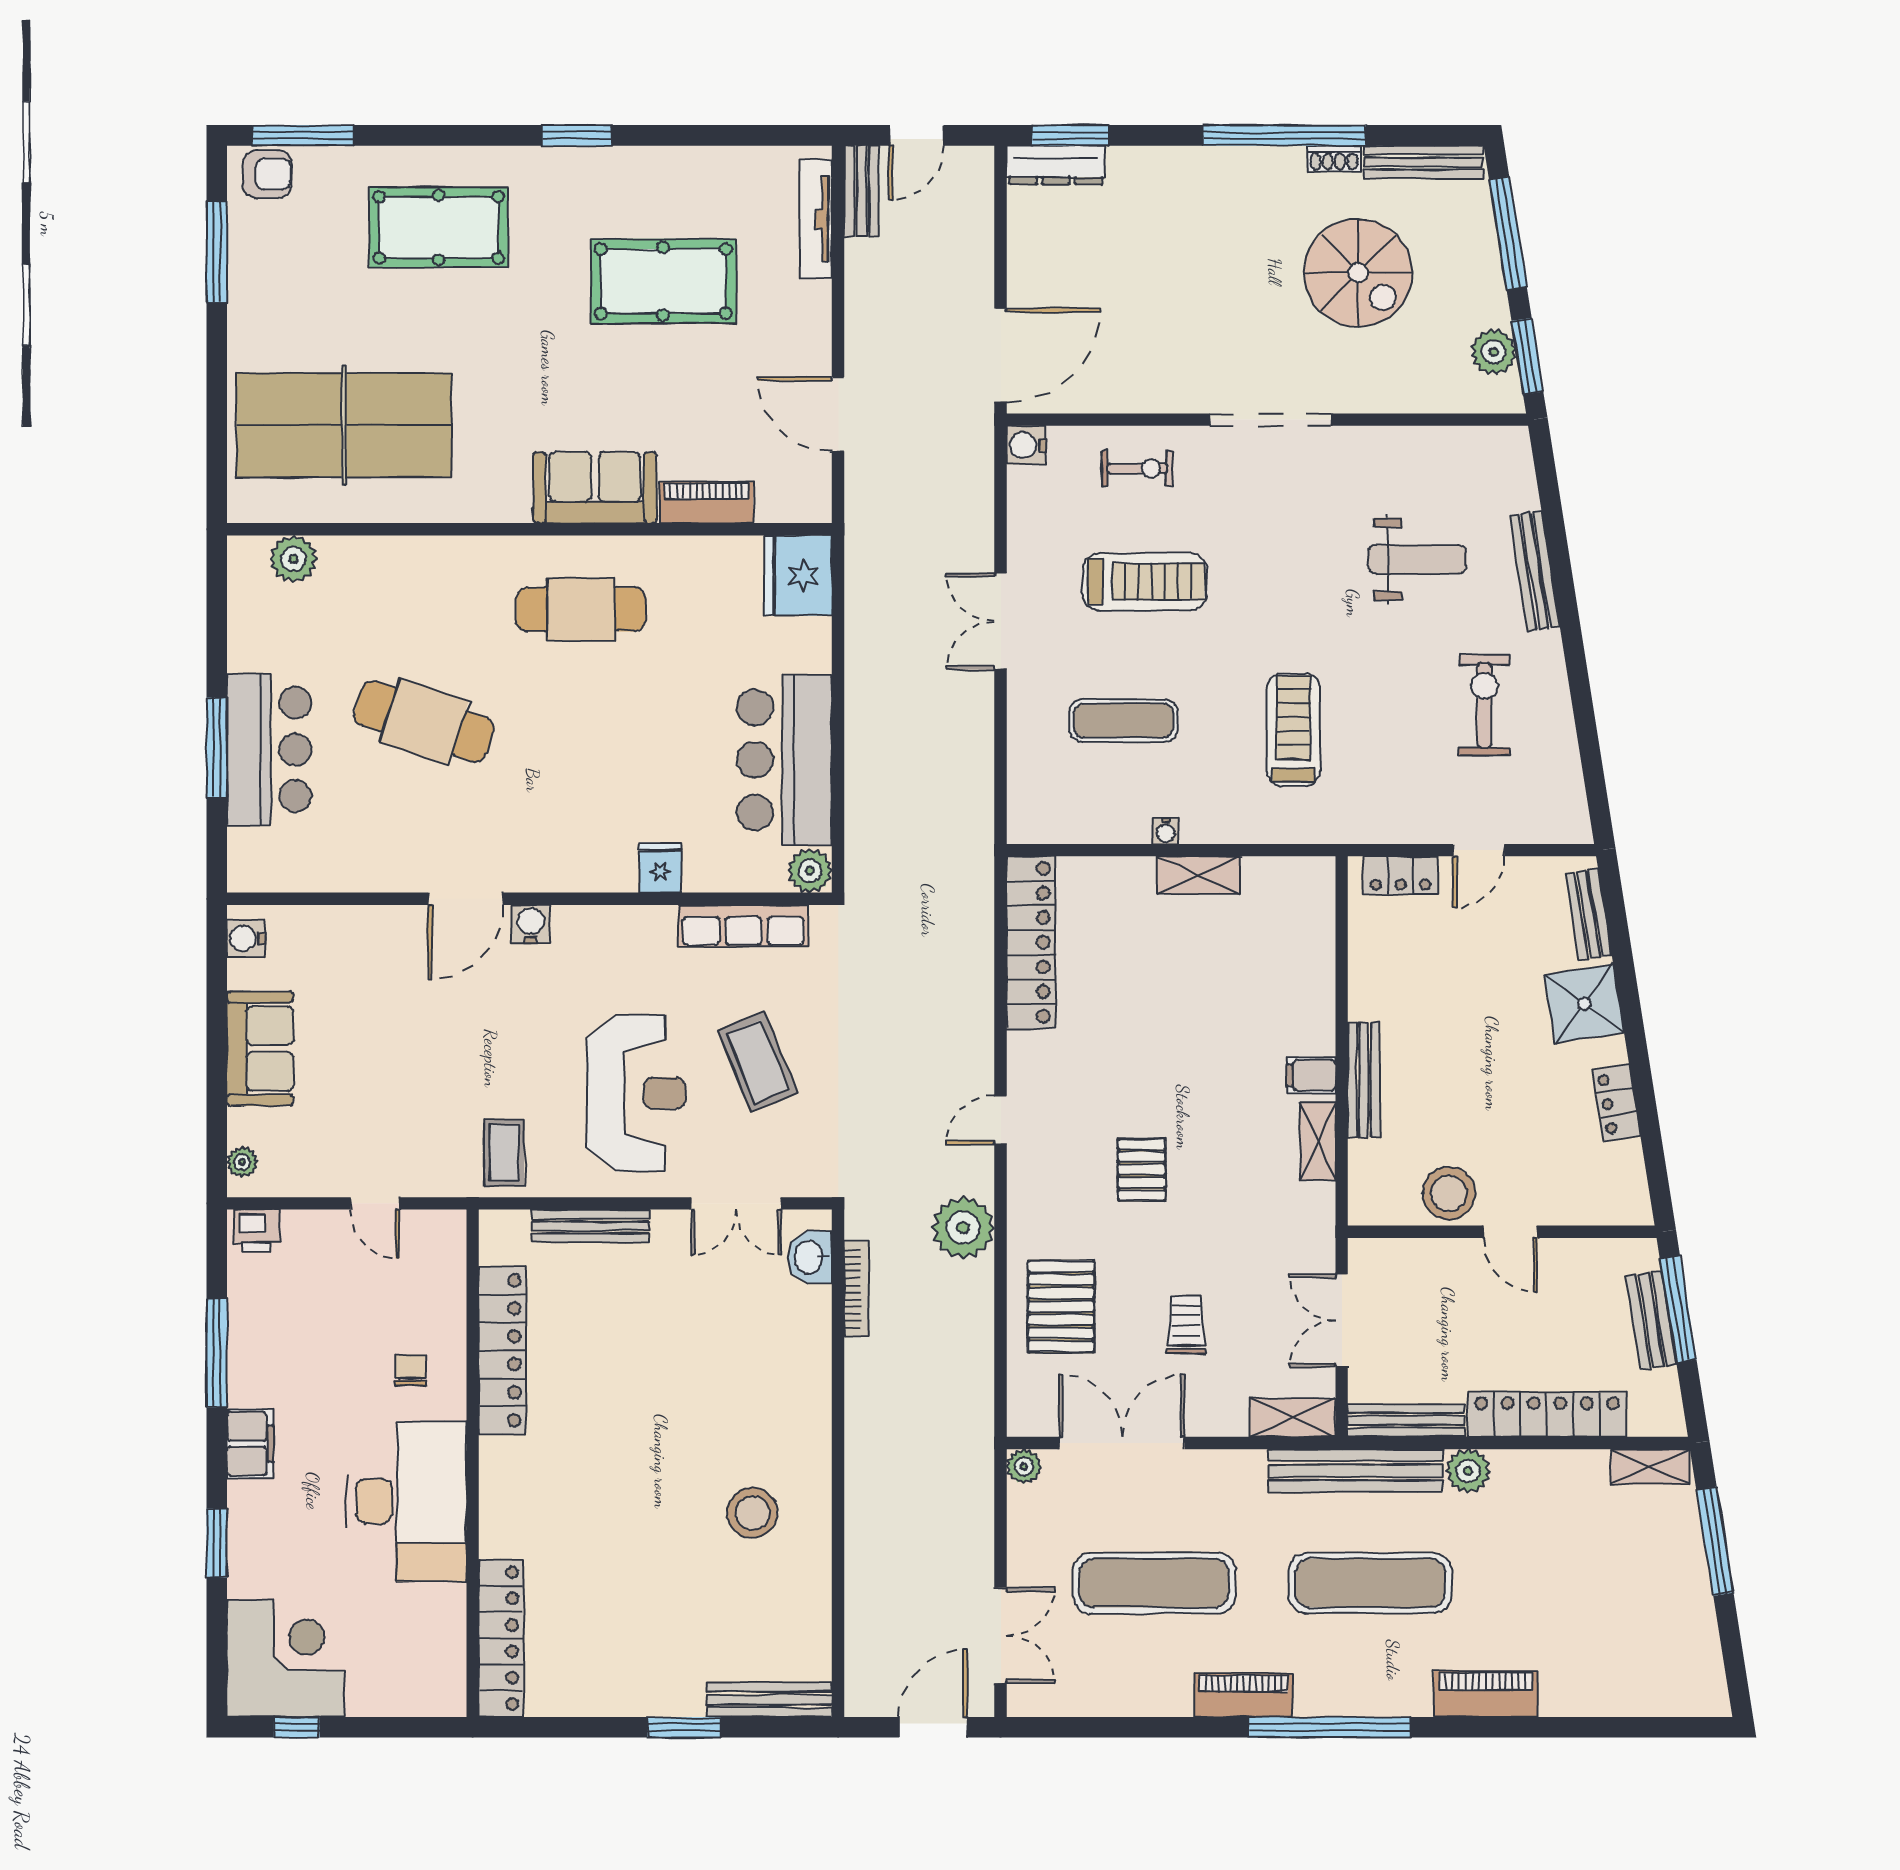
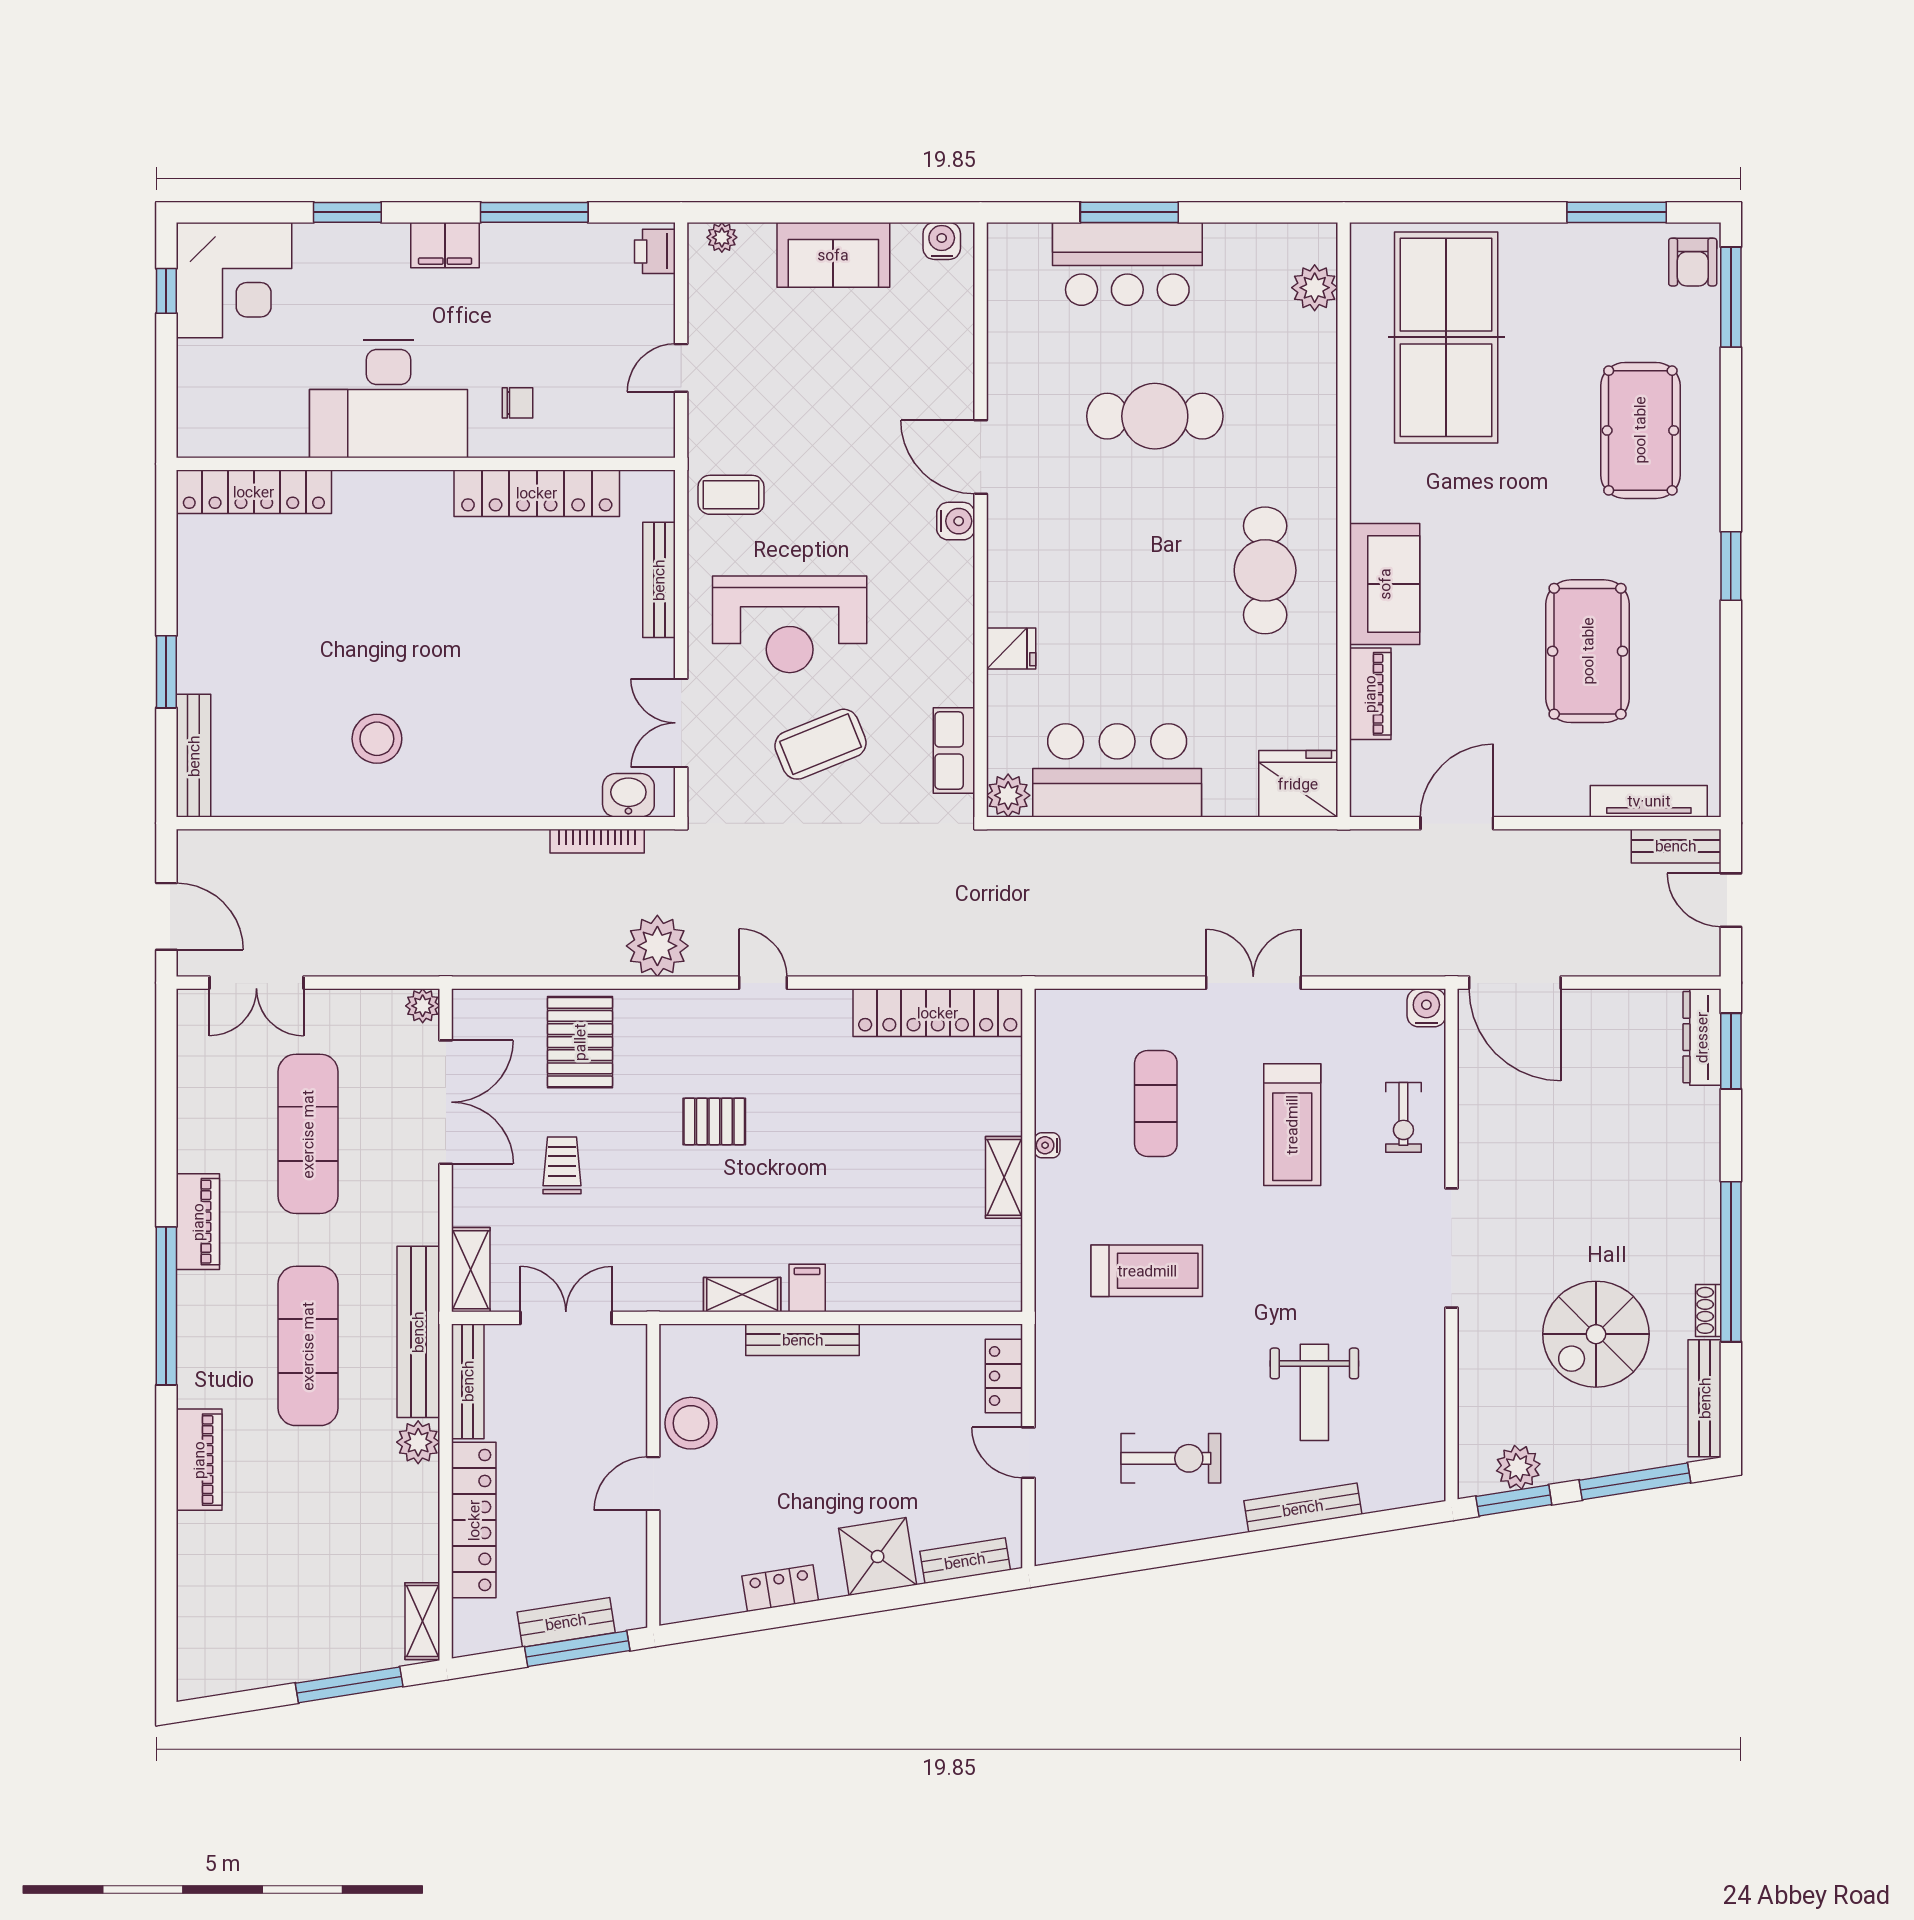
cafe table: (424, 721) -> (1155, 416), turned 72
row of seats: (743, 926) -> (954, 751), width x0.68
pallet: (1061, 1306) -> (580, 1042), turned 90
trolley: (1186, 1325) -> (562, 1165), turned -90

